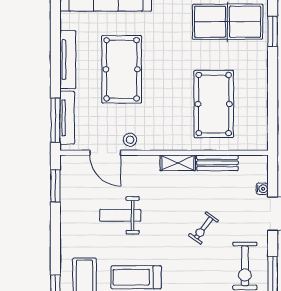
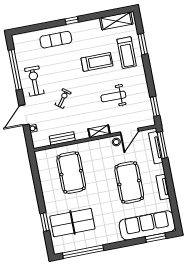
tv unit: (68, 60) -> (163, 187), width x0.71
door: (105, 153) -> (129, 132), swing flipped
shelving: (178, 163) -> (99, 131), moved
weight bench: (120, 215) -> (113, 96), turned 180

